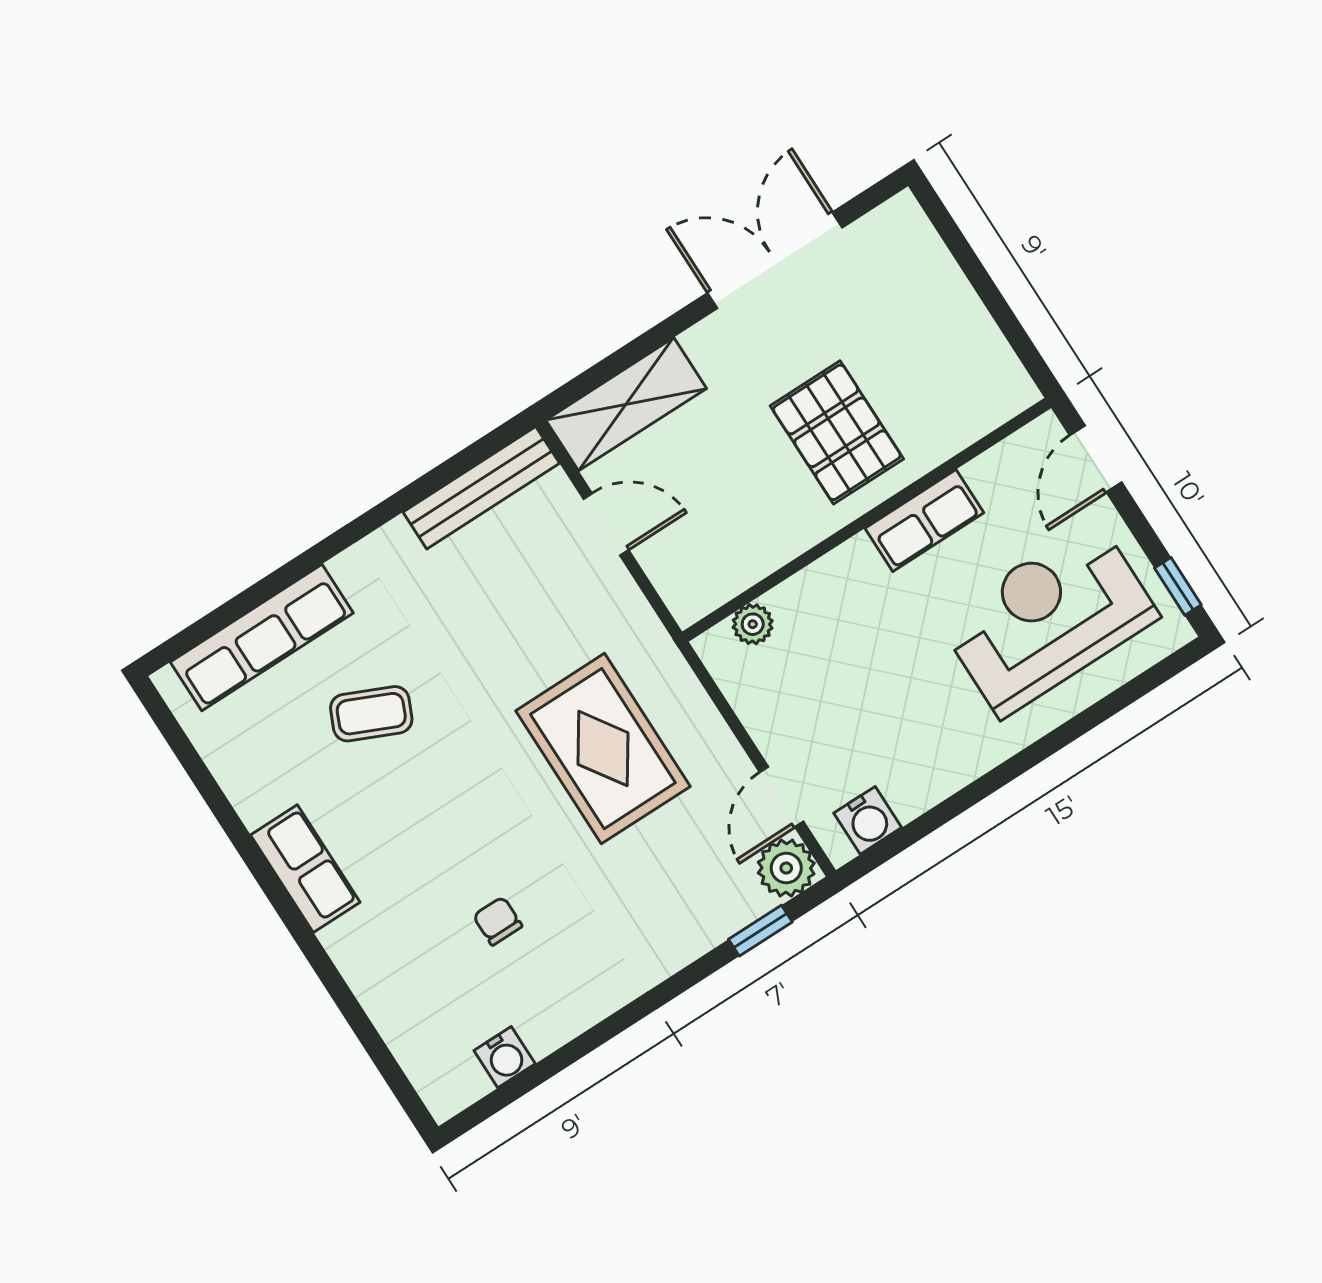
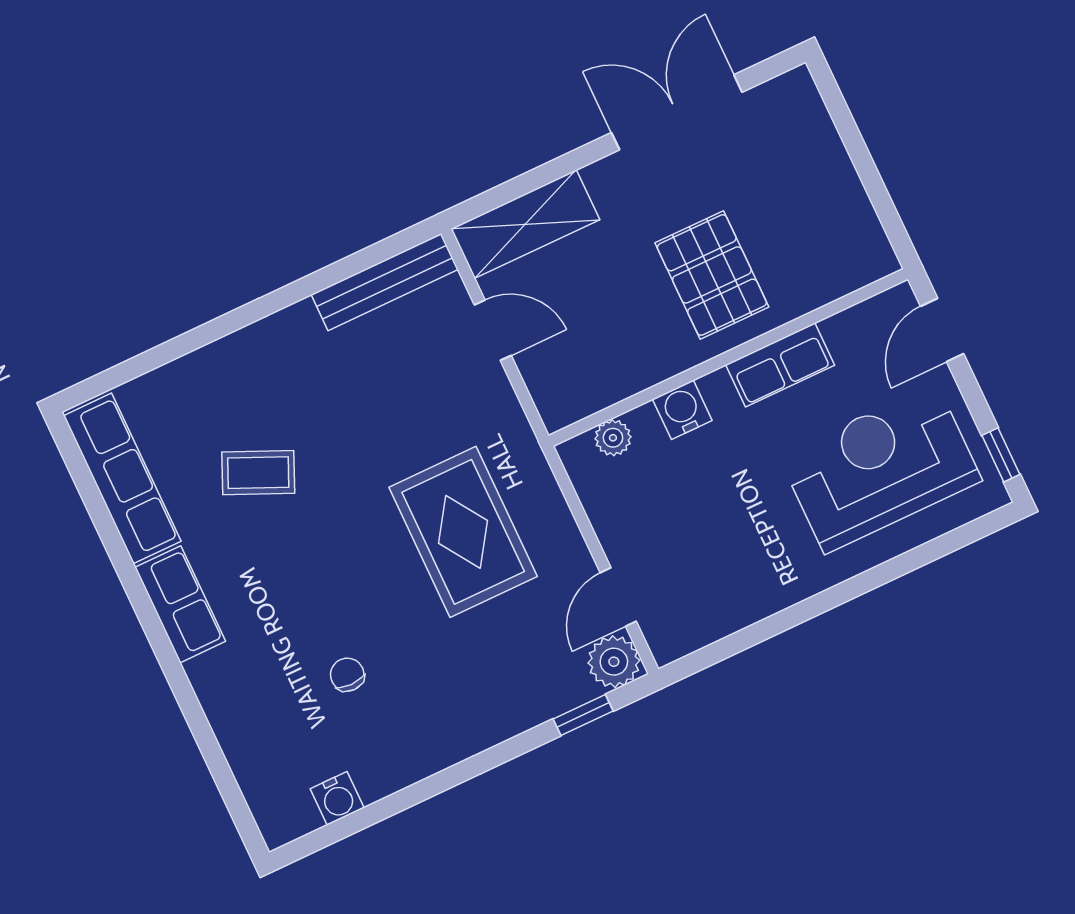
row of seats: (262, 637) -> (122, 478), moved, turned -90
water cooler: (868, 820) -> (682, 410), moved, turned 180

